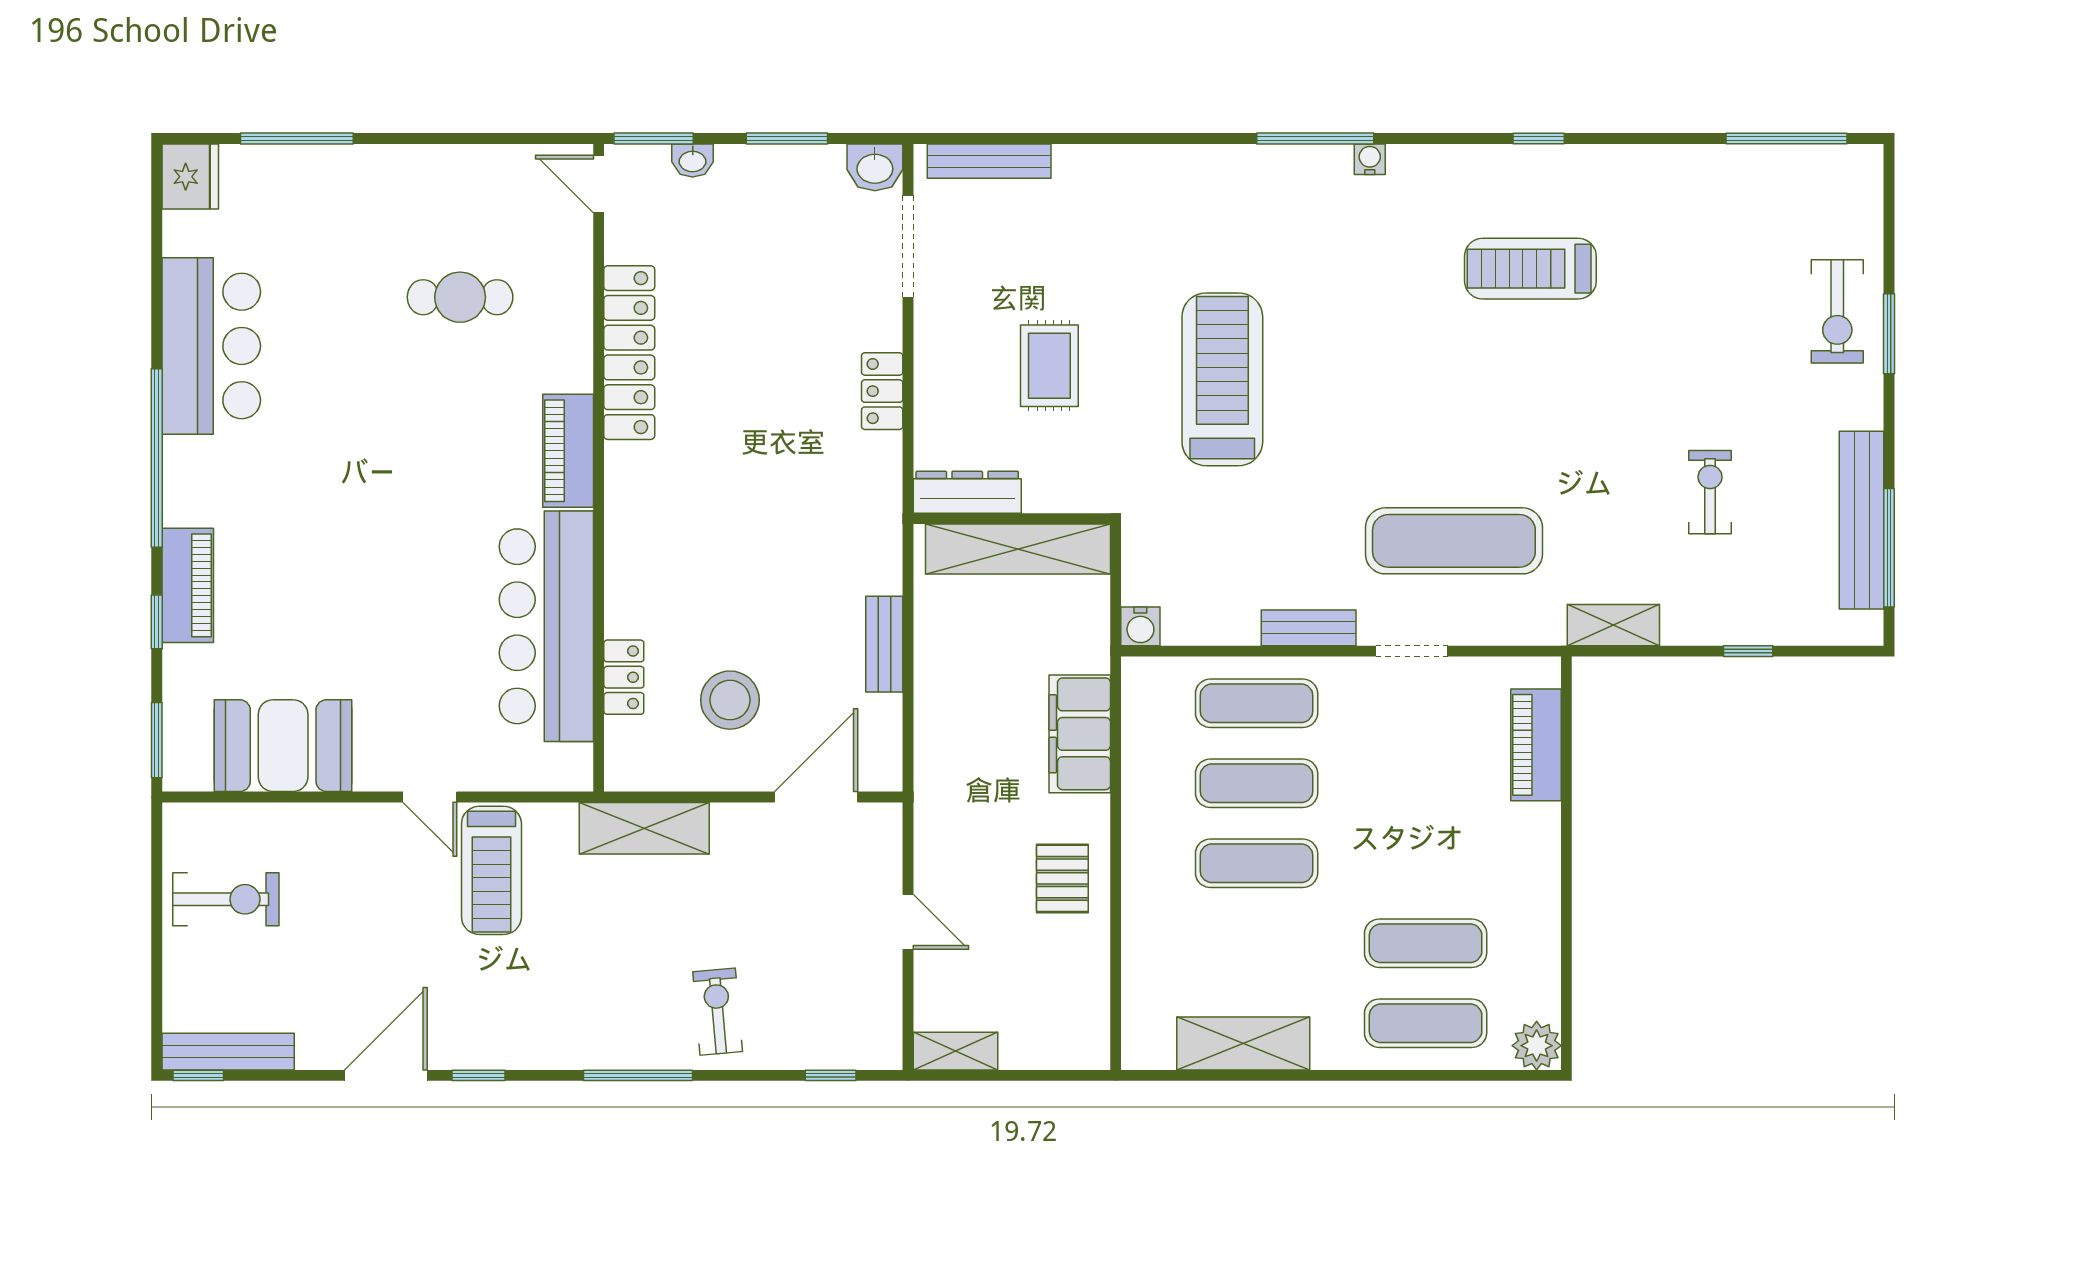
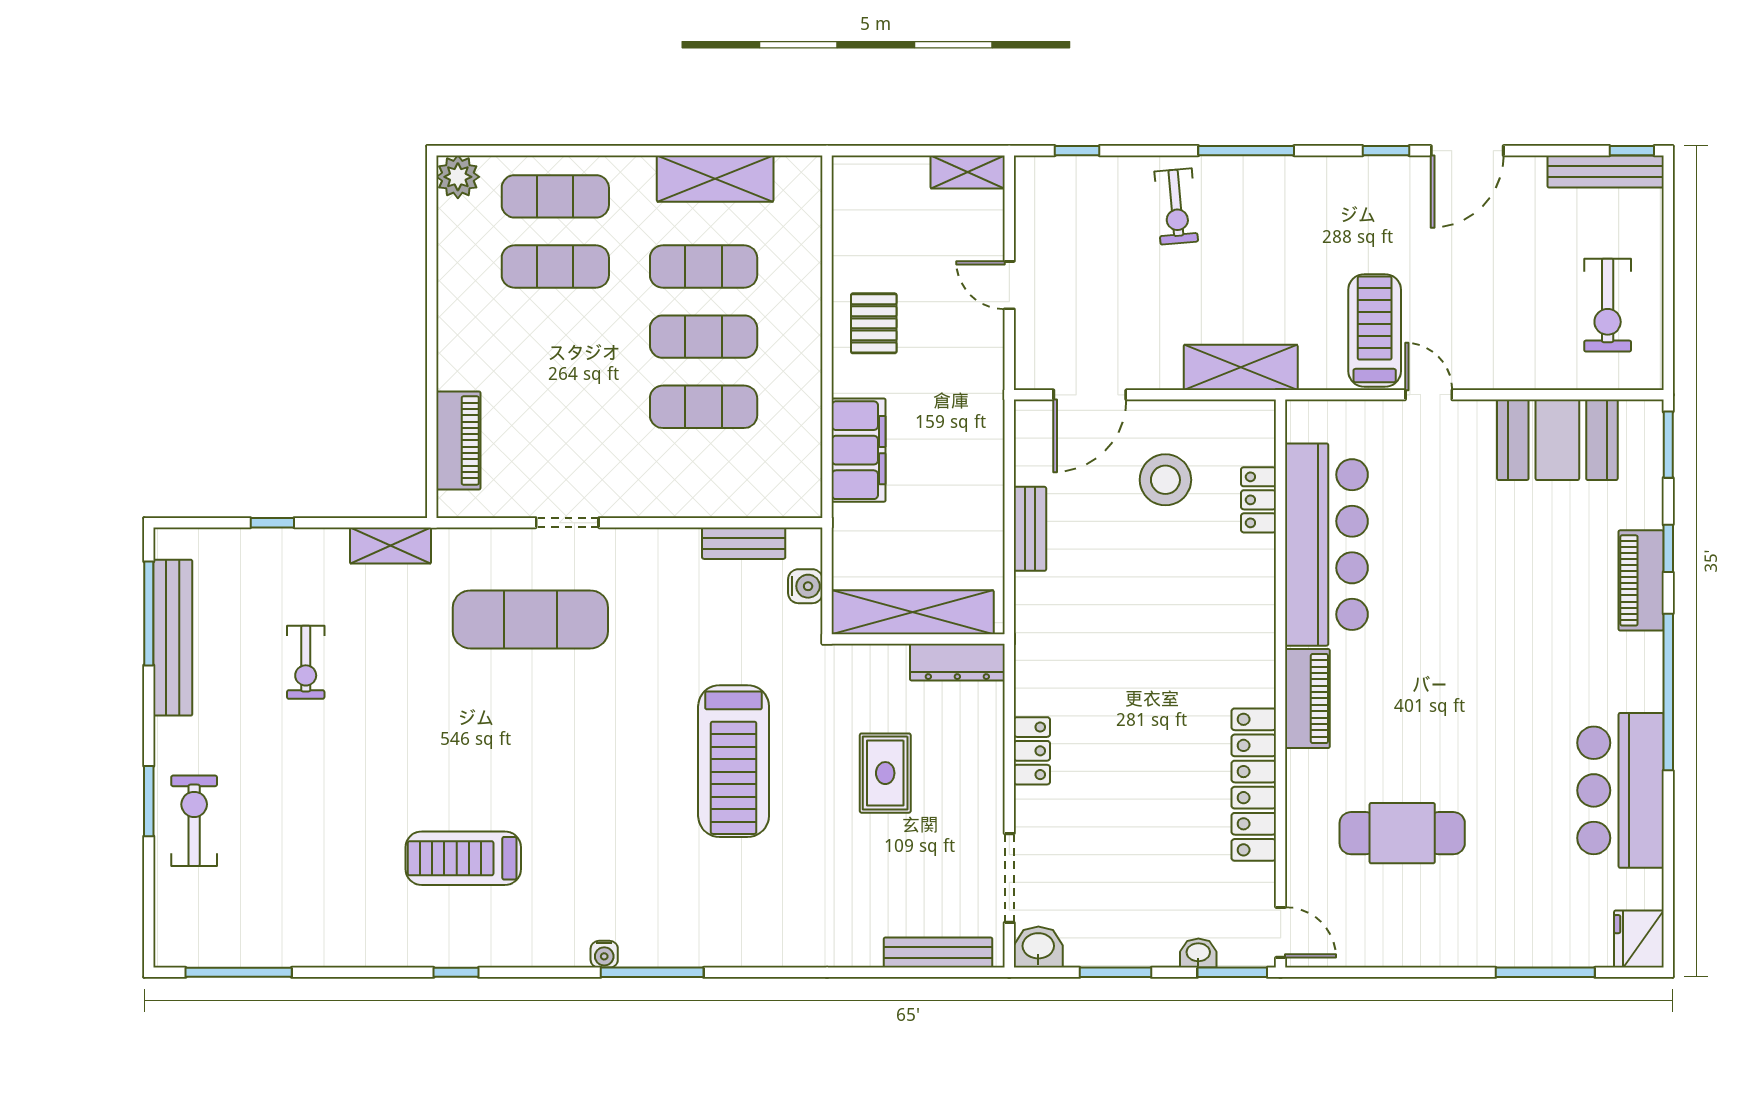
treadmill: (1530, 269) -> (463, 858), turned 180
cafe table: (460, 297) -> (1402, 833), width x1.37, depth x1.35
water cooler: (1140, 626) -> (805, 586), moved, turned 90
bench: (1309, 628) -> (744, 543), moved
exercise mat: (1257, 703) -> (704, 266), moved
exercise bike: (226, 899) -> (1608, 305), turned -90

